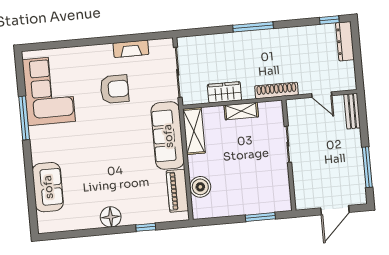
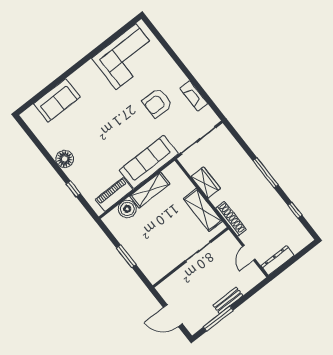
window: (329, 20) -> (295, 210), moved
dresser: (345, 41) -> (277, 261), moved
armchair: (114, 89) -> (157, 103), turned 90
shelving: (241, 111) -> (203, 210), width x1.50, depth x1.33
bench: (352, 111) -> (228, 300), moved
window: (24, 118) -> (95, 52), removed
shelving: (194, 131) -> (150, 190), moved
window: (260, 217) -> (126, 256), moved

